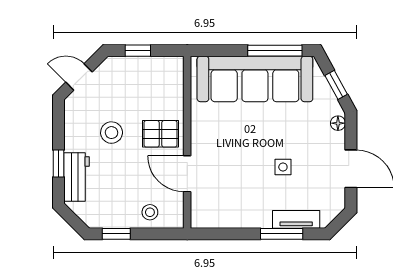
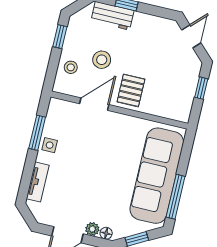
stool: (112, 133) -> (102, 60), moved
plant: (337, 141) -> (92, 229), added
side table: (283, 167) -> (50, 145), moved
window: (282, 234) -> (37, 133), moved

